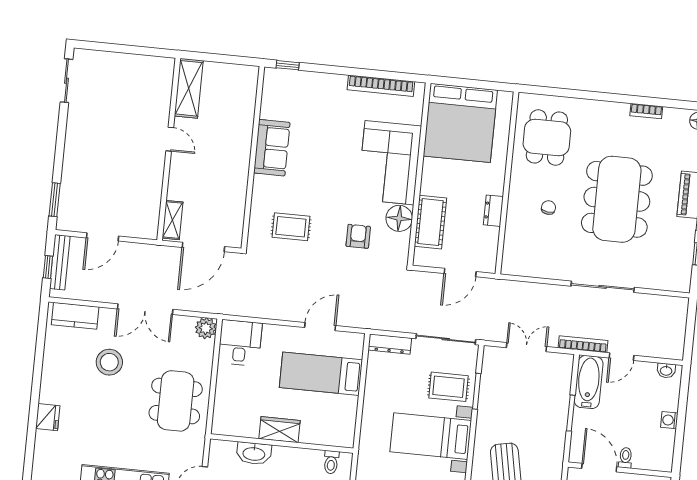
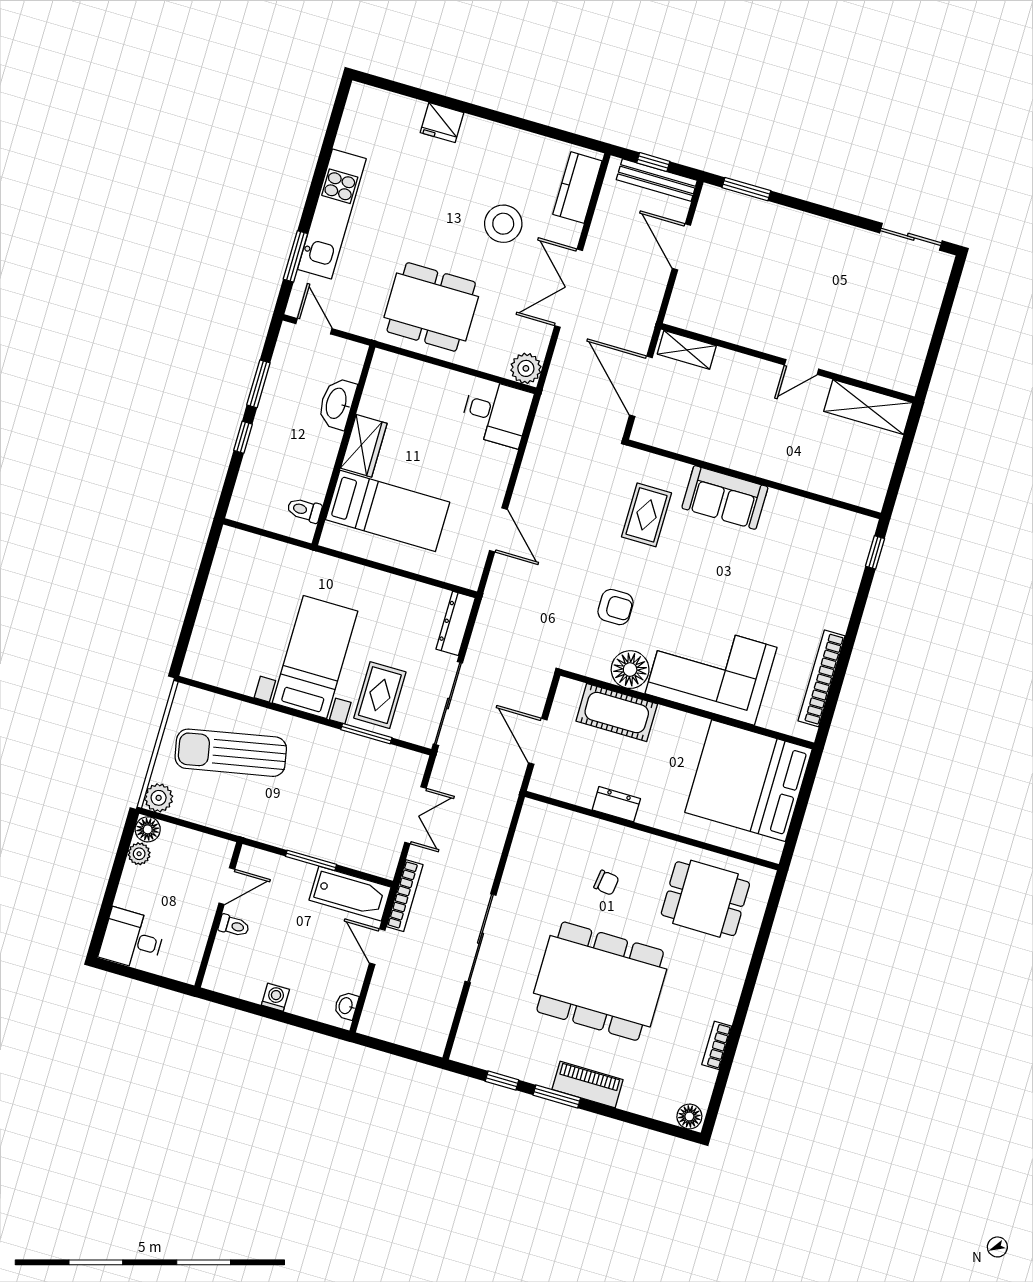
sofa: (272, 148) -> (725, 497), moved
bed: (321, 374) -> (388, 511), moved, turned 90
door: (599, 468) -> (227, 886), width x0.73

